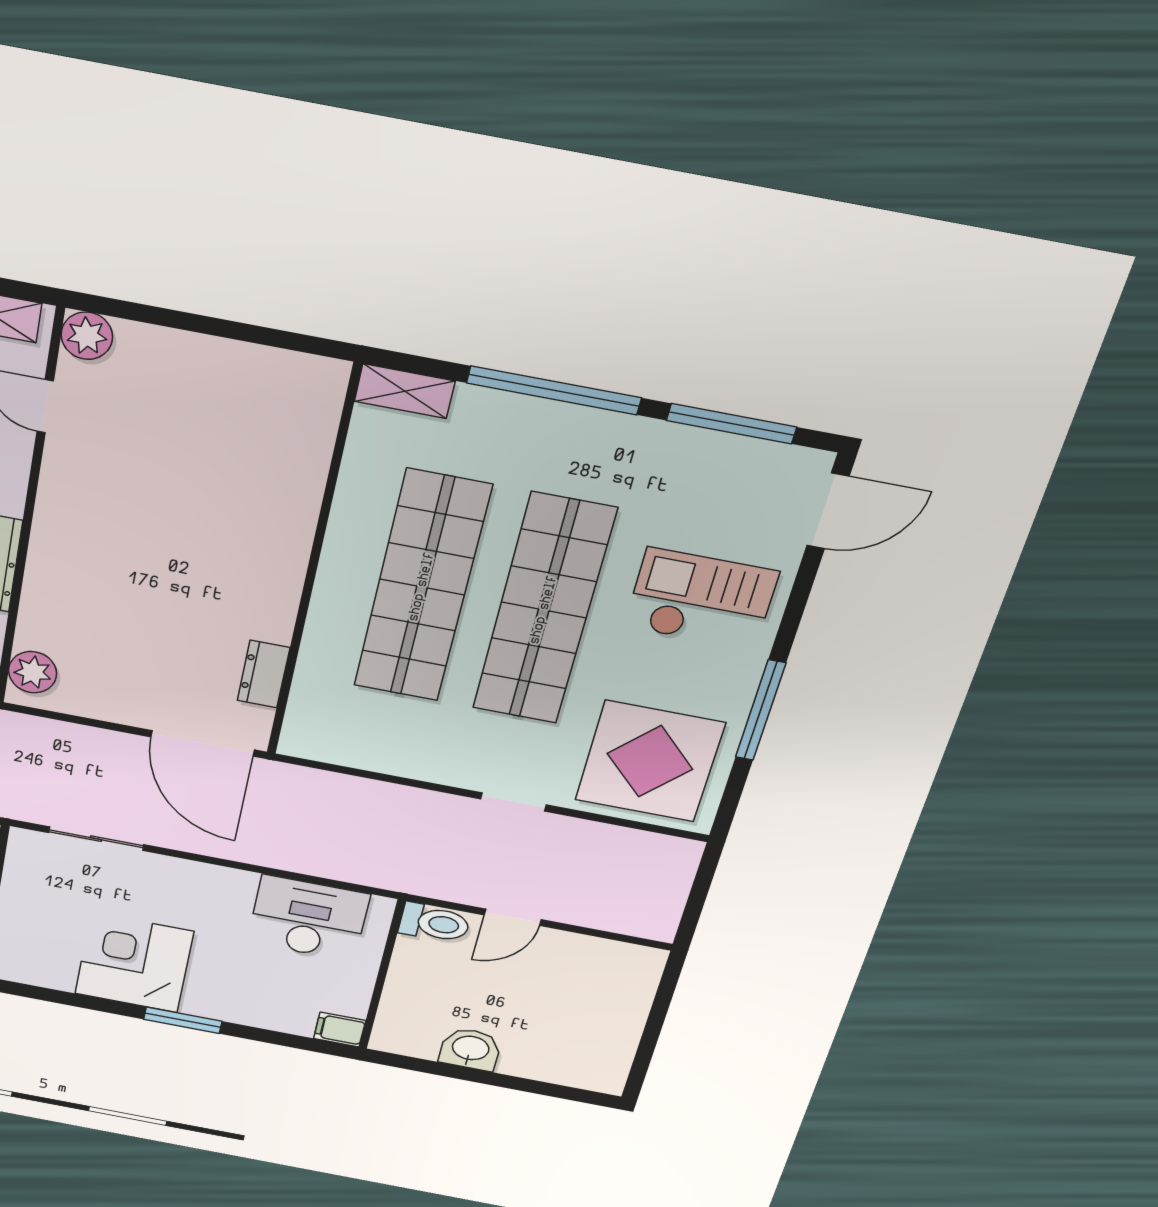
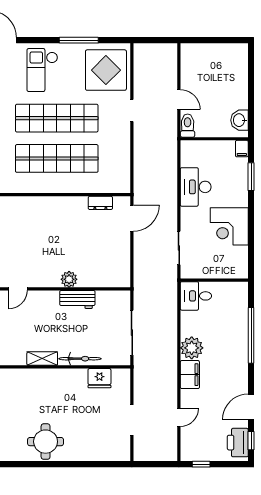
plant: (33, 672) -> (69, 279), moved
door: (203, 743) -> (132, 218), width x0.73
desk: (308, 918) -> (196, 187), moved
window: (183, 1020) -> (251, 177), moved
washbasin: (470, 1049) -> (240, 120), moved

